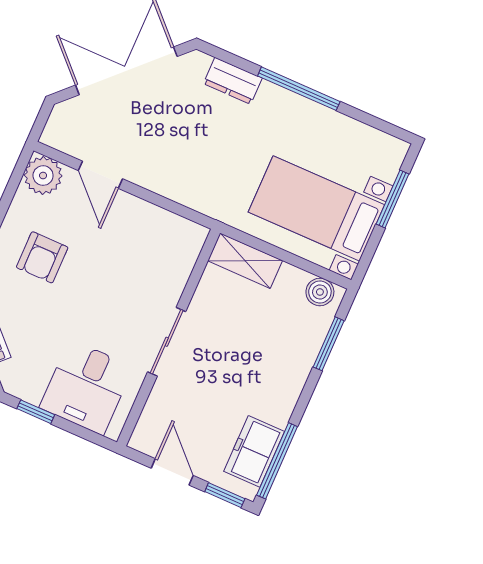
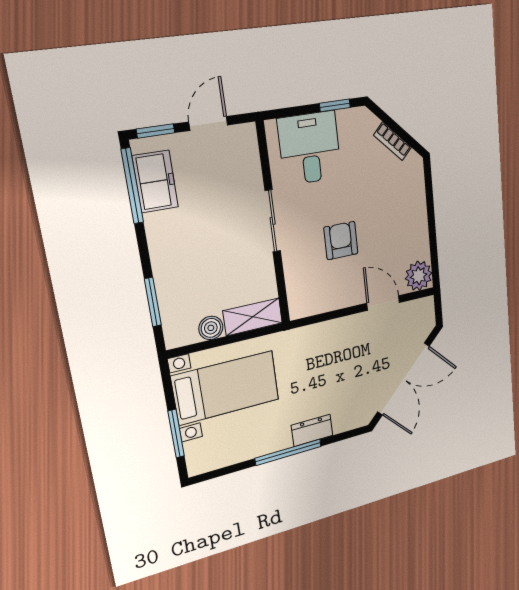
dresser: (233, 81) -> (312, 430), moved
armchair: (42, 257) -> (341, 241), moved
boiler: (320, 292) -> (211, 328), moved
door: (172, 472) -> (208, 123), swing flipped

